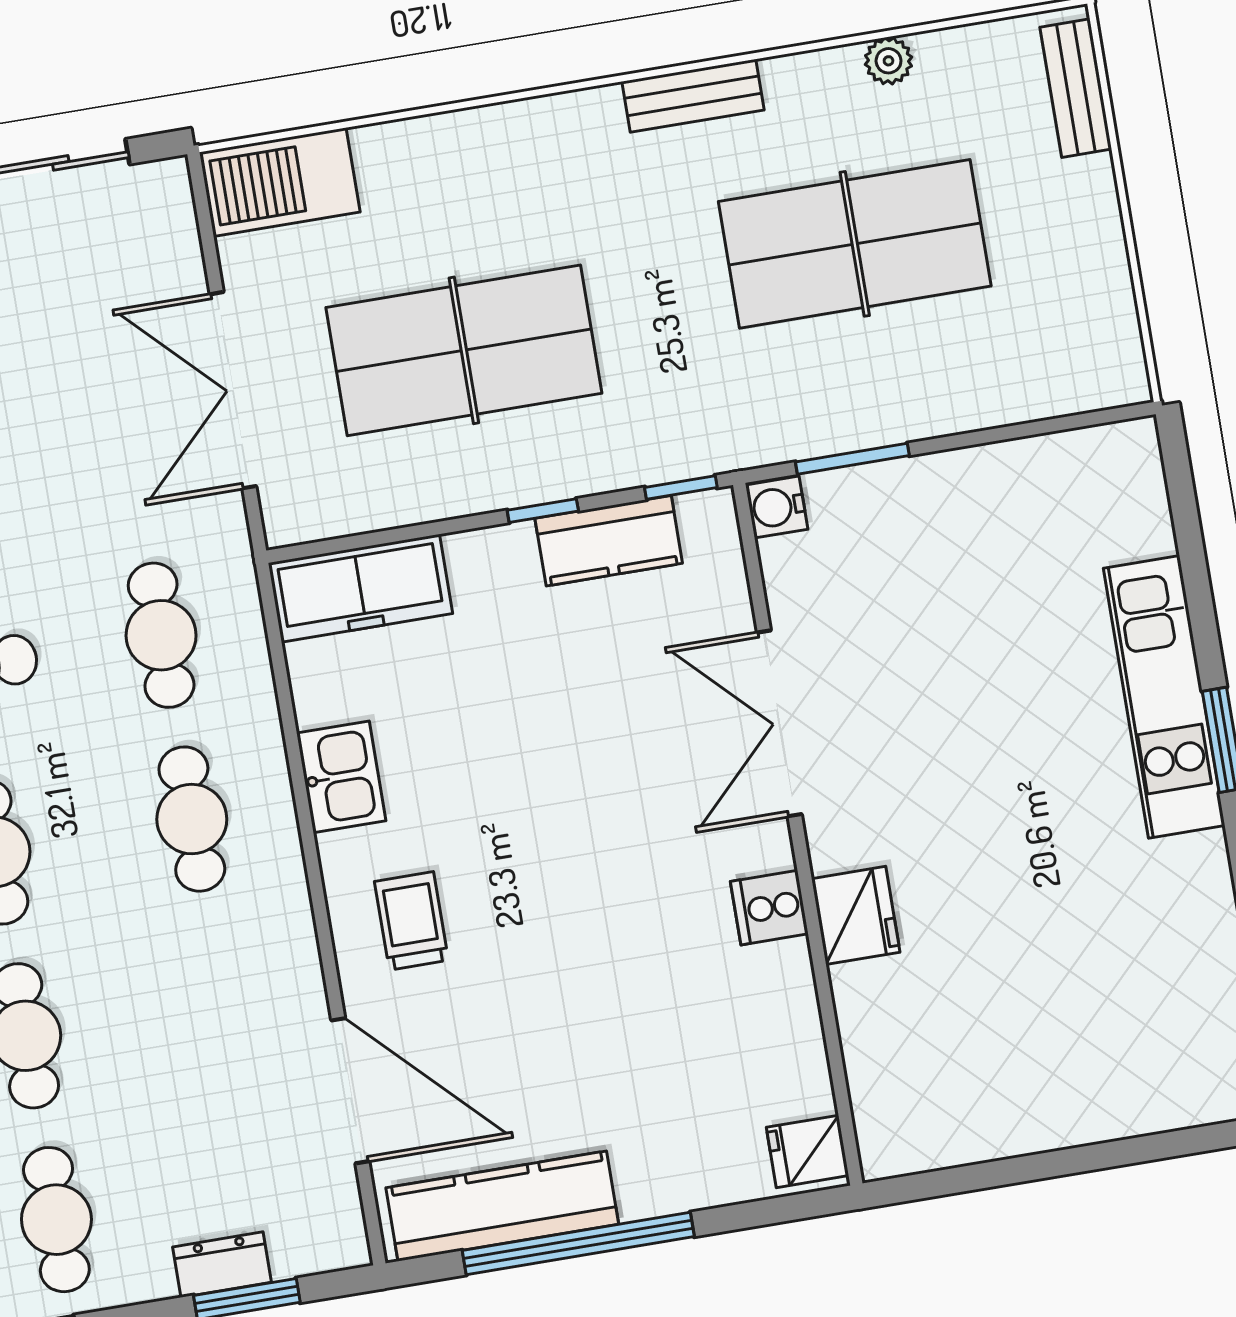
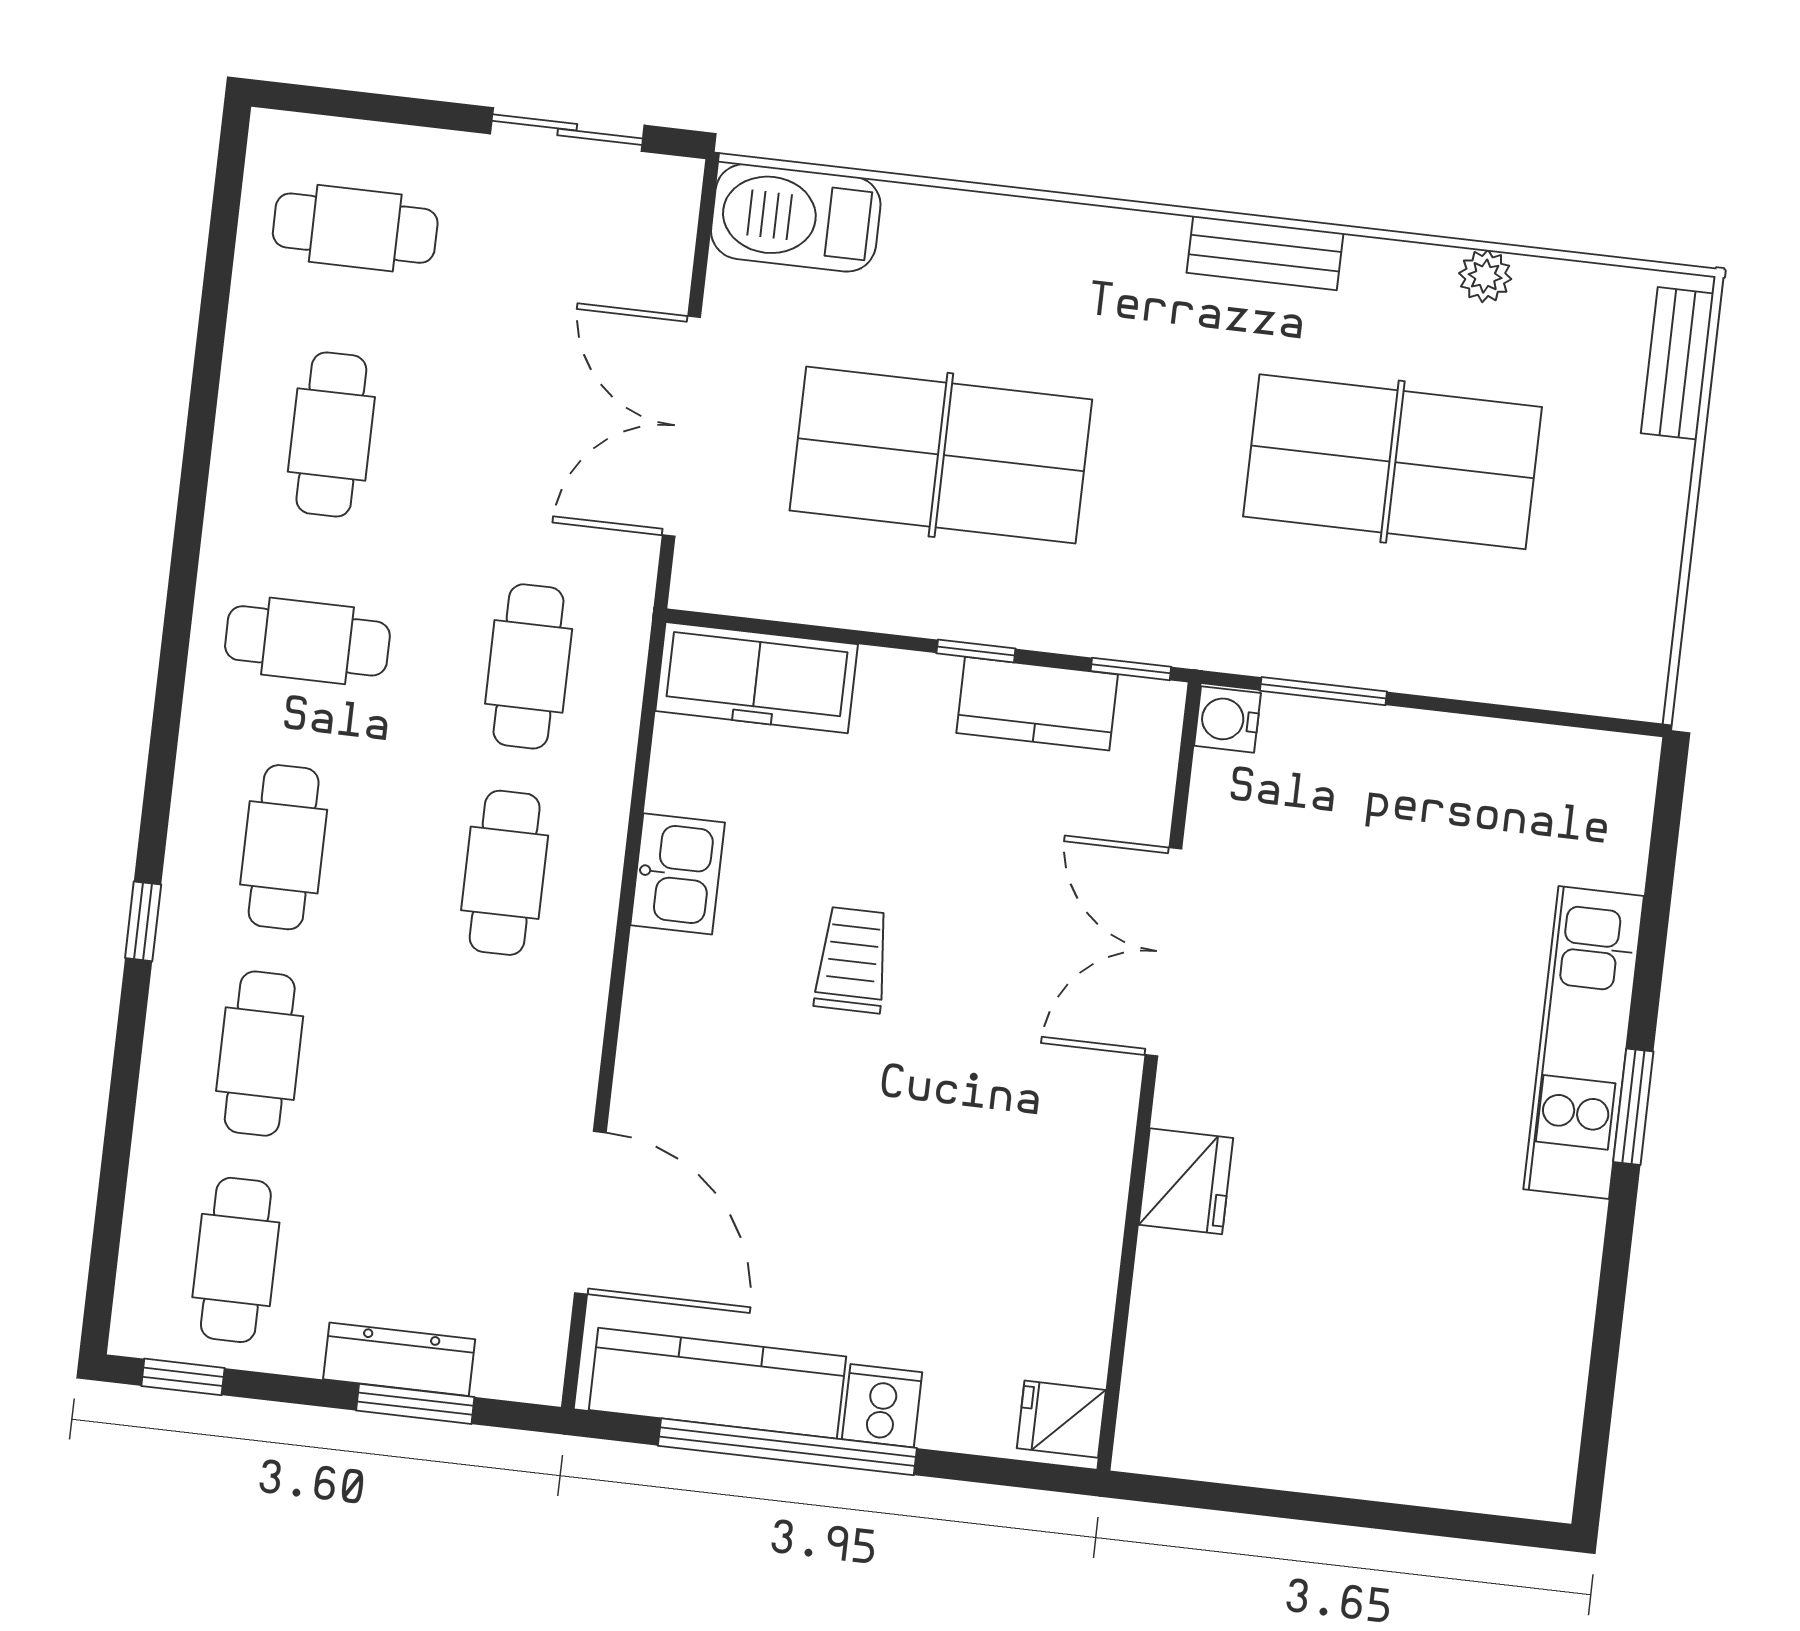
cooker: (769, 908) -> (882, 1406), moved, turned 90
trolley: (411, 921) -> (852, 960), moved
dresser: (222, 1265) -> (399, 1359), width x1.44

